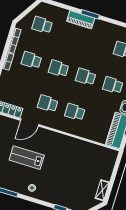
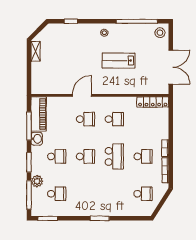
piano: (81, 20) -> (107, 210), removed
school desk: (59, 68) -> (114, 156), width x1.85
door: (30, 122) -> (82, 95), moved
lab bench: (27, 158) -> (119, 61), turned 180

